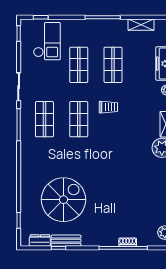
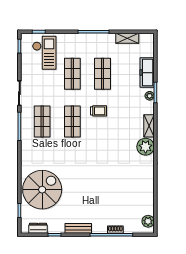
spiral stairs: (63, 200) -> (42, 190), moved
bench: (66, 241) -> (78, 228), moved

